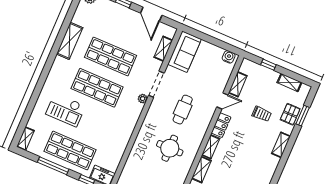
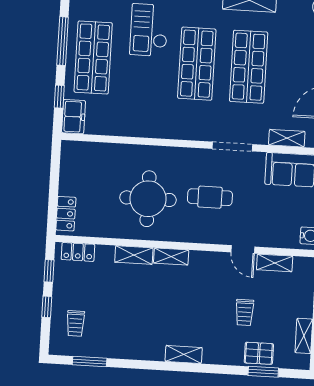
plant: (143, 99) -> (205, 134), removed
locker: (221, 125) -> (208, 260), removed
shelving: (281, 145) -> (184, 354), moved
round table: (170, 148) -> (148, 199), width x1.36, depth x1.36

